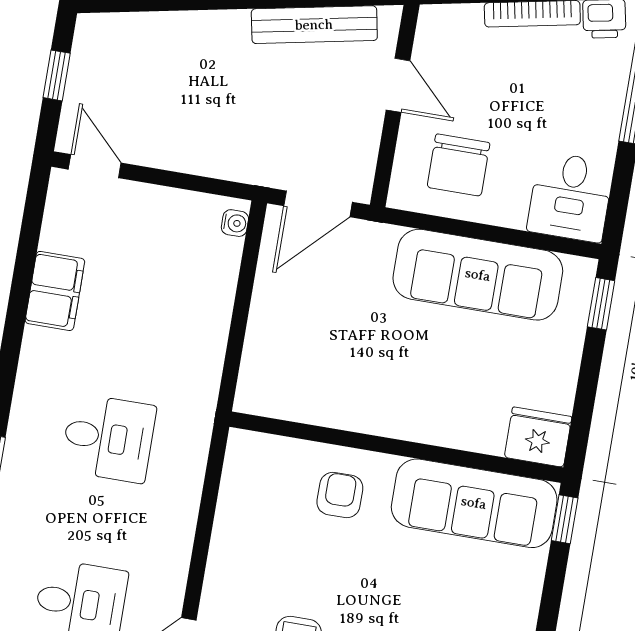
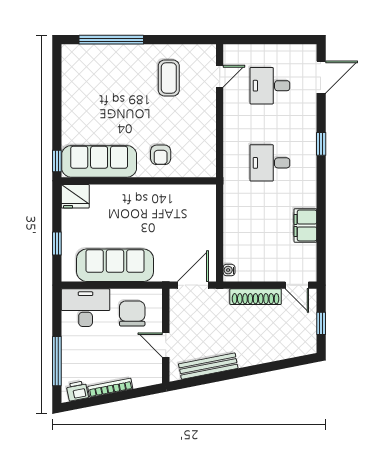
shoe rack: (188, 156) -> (256, 297), added
desk: (570, 197) -> (86, 308), width x1.37
window: (601, 304) -> (57, 244), moved

